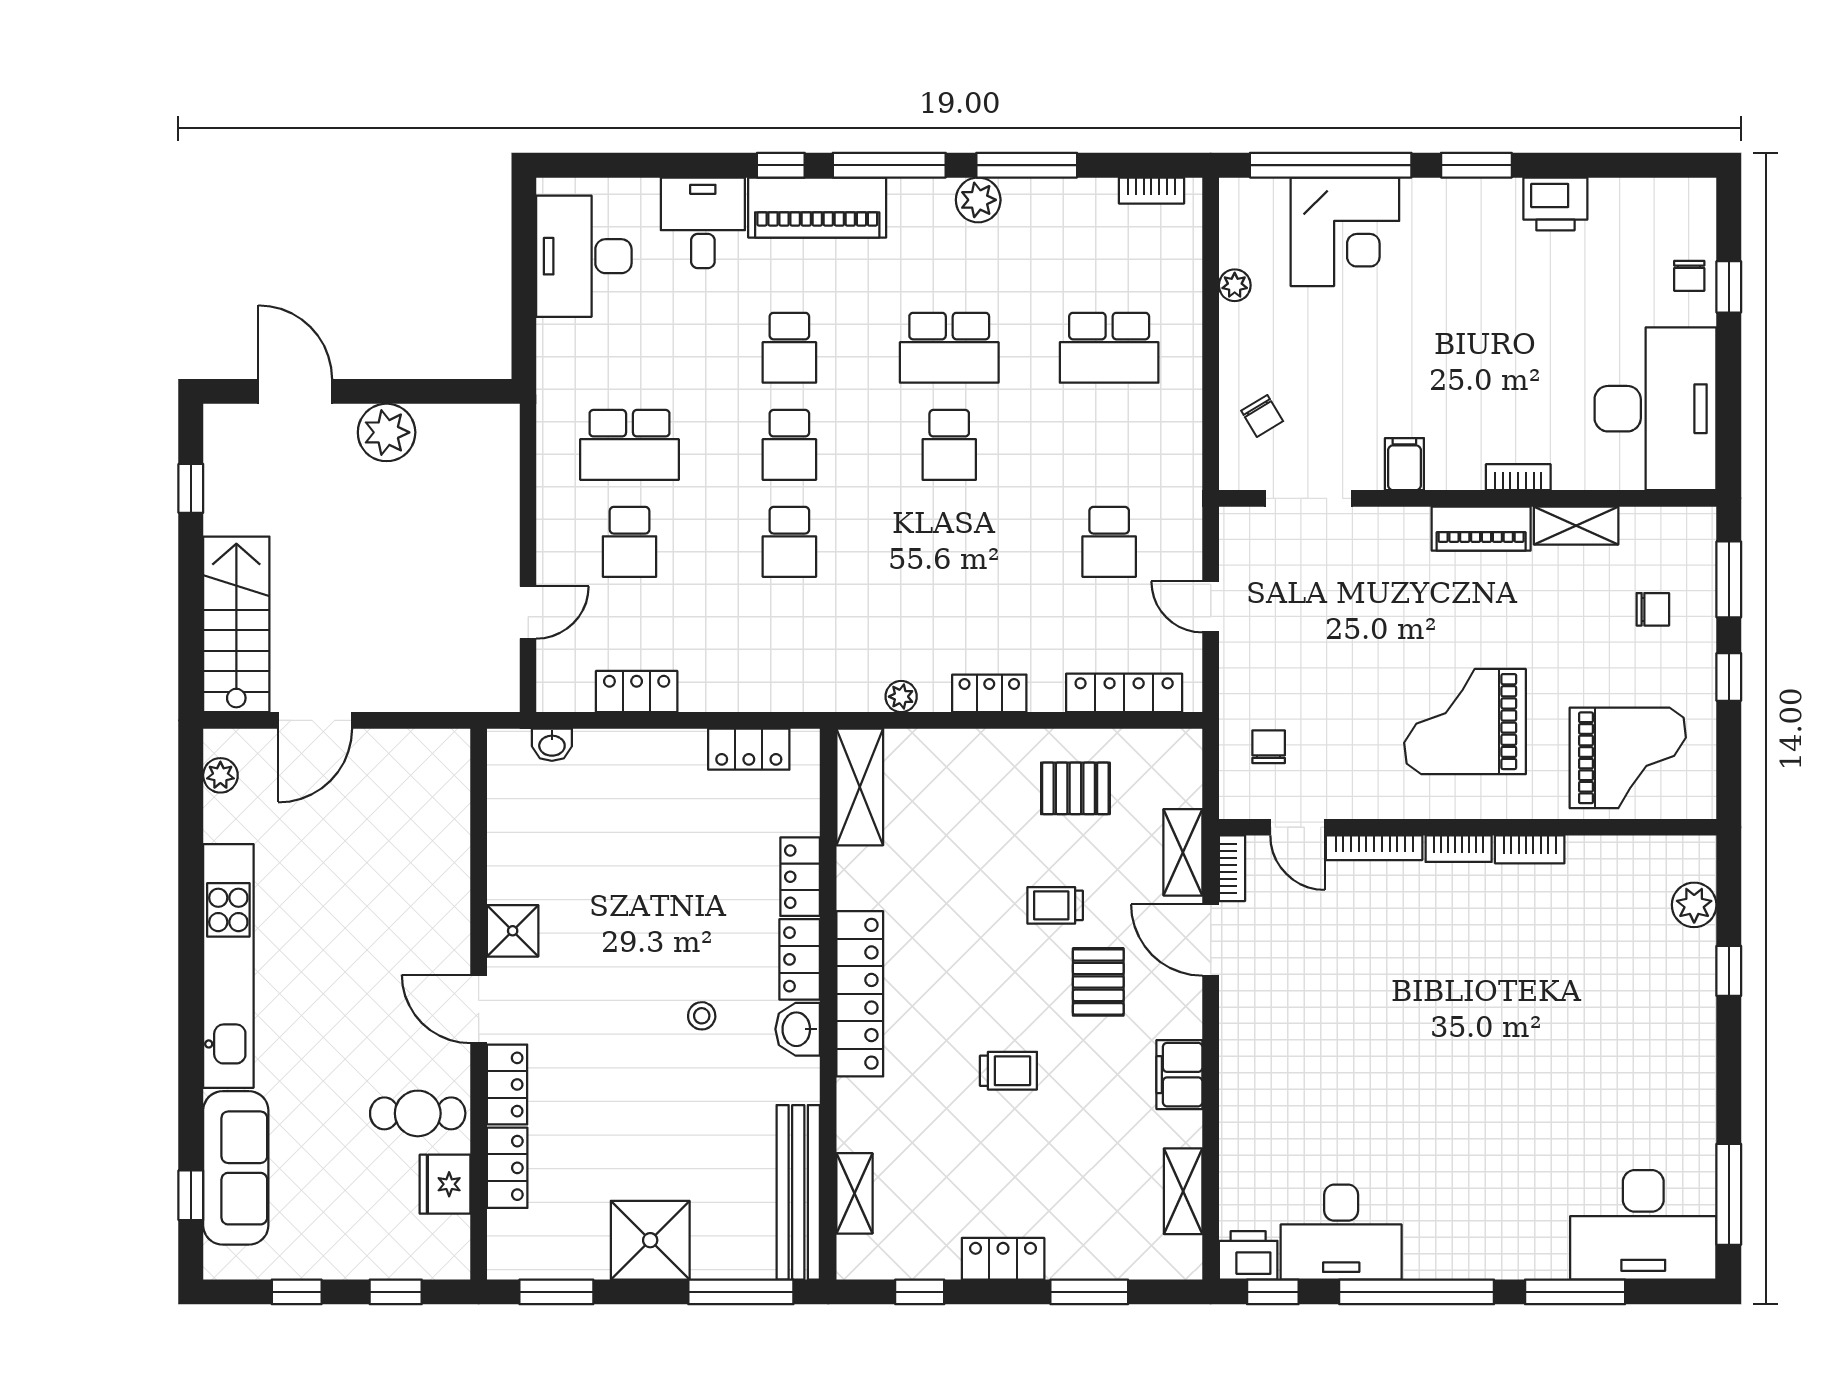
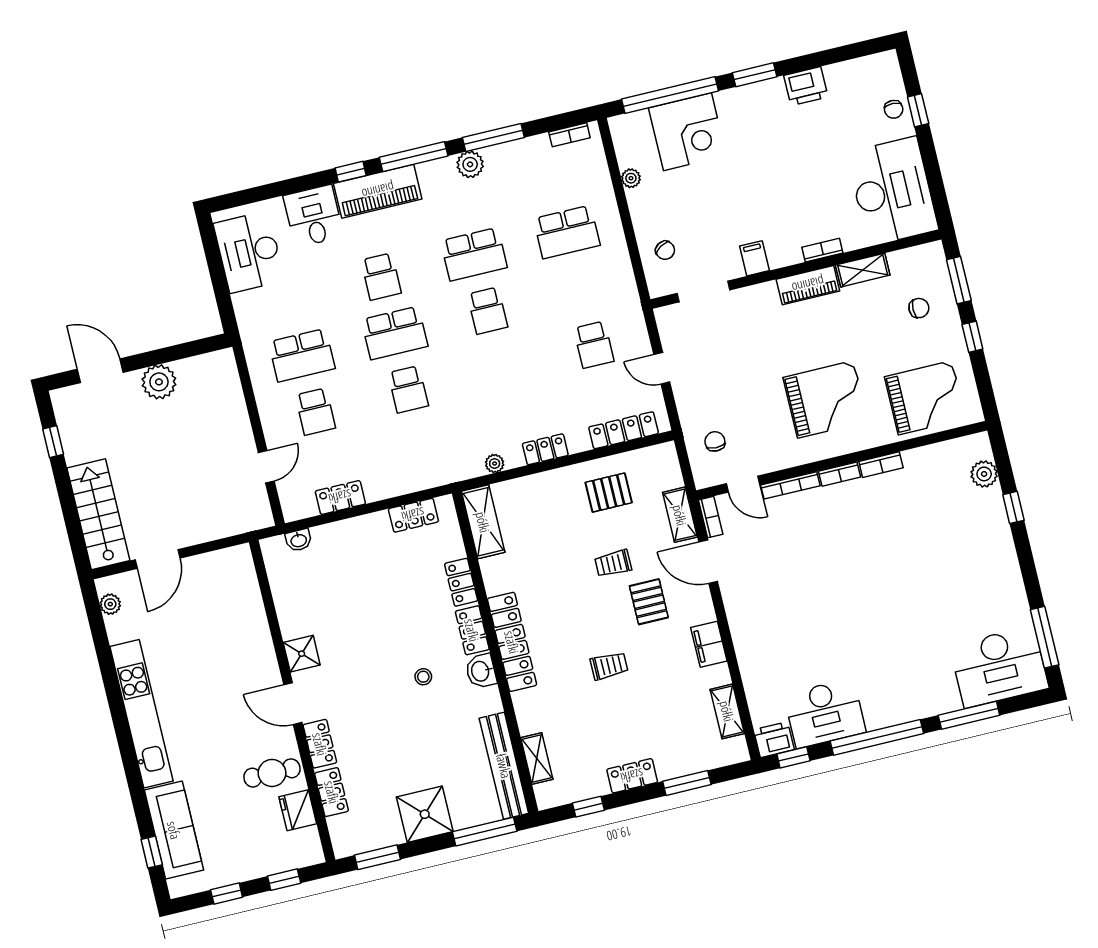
school desk: (789, 445) -> (395, 333), width x1.85
grand piano: (1465, 722) -> (826, 399), turned 180

